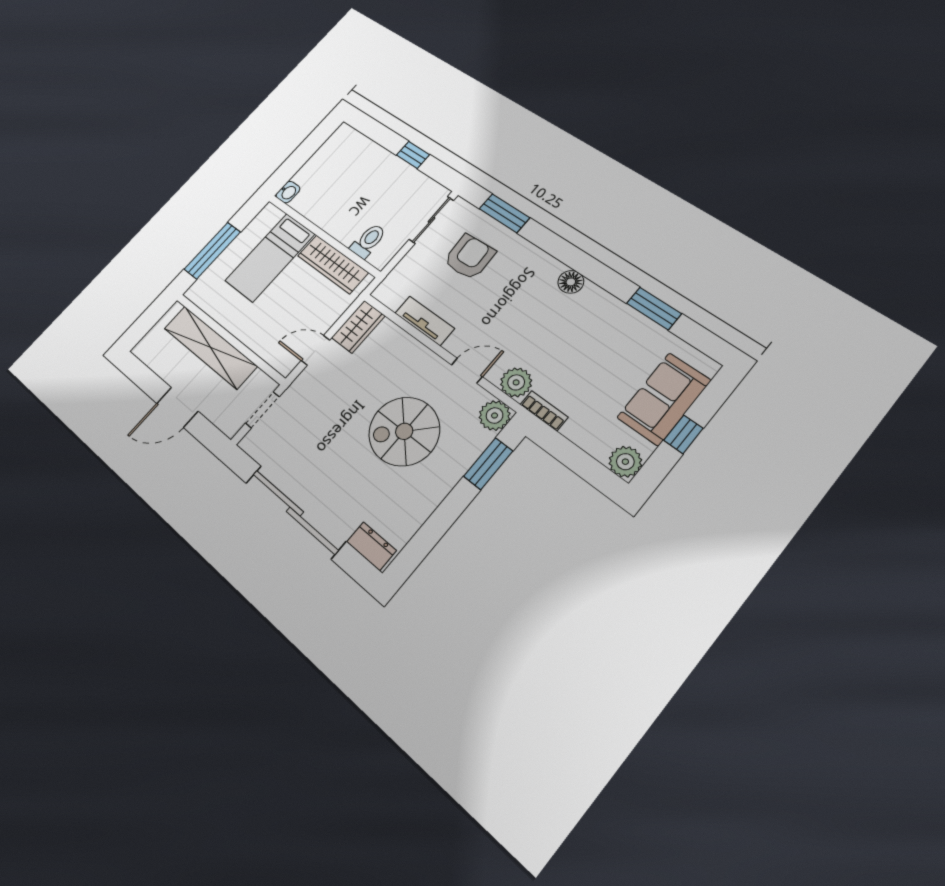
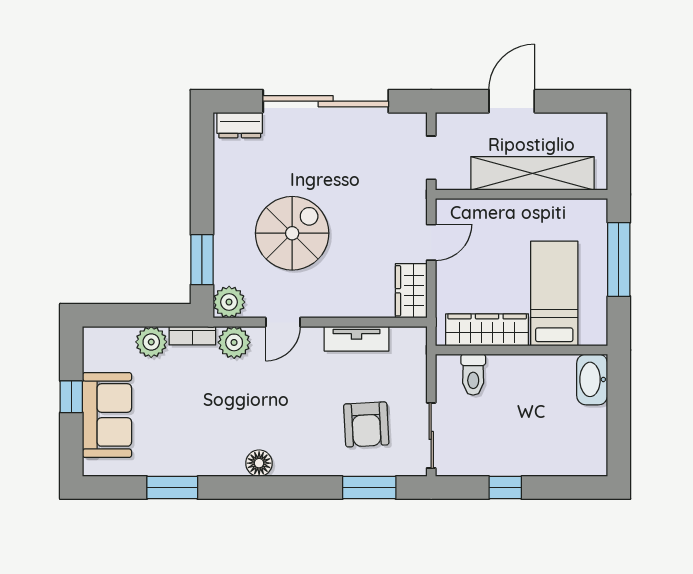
washbasin: (288, 192) -> (592, 379), width x1.91, depth x1.45
plant: (625, 462) -> (151, 342), moved

